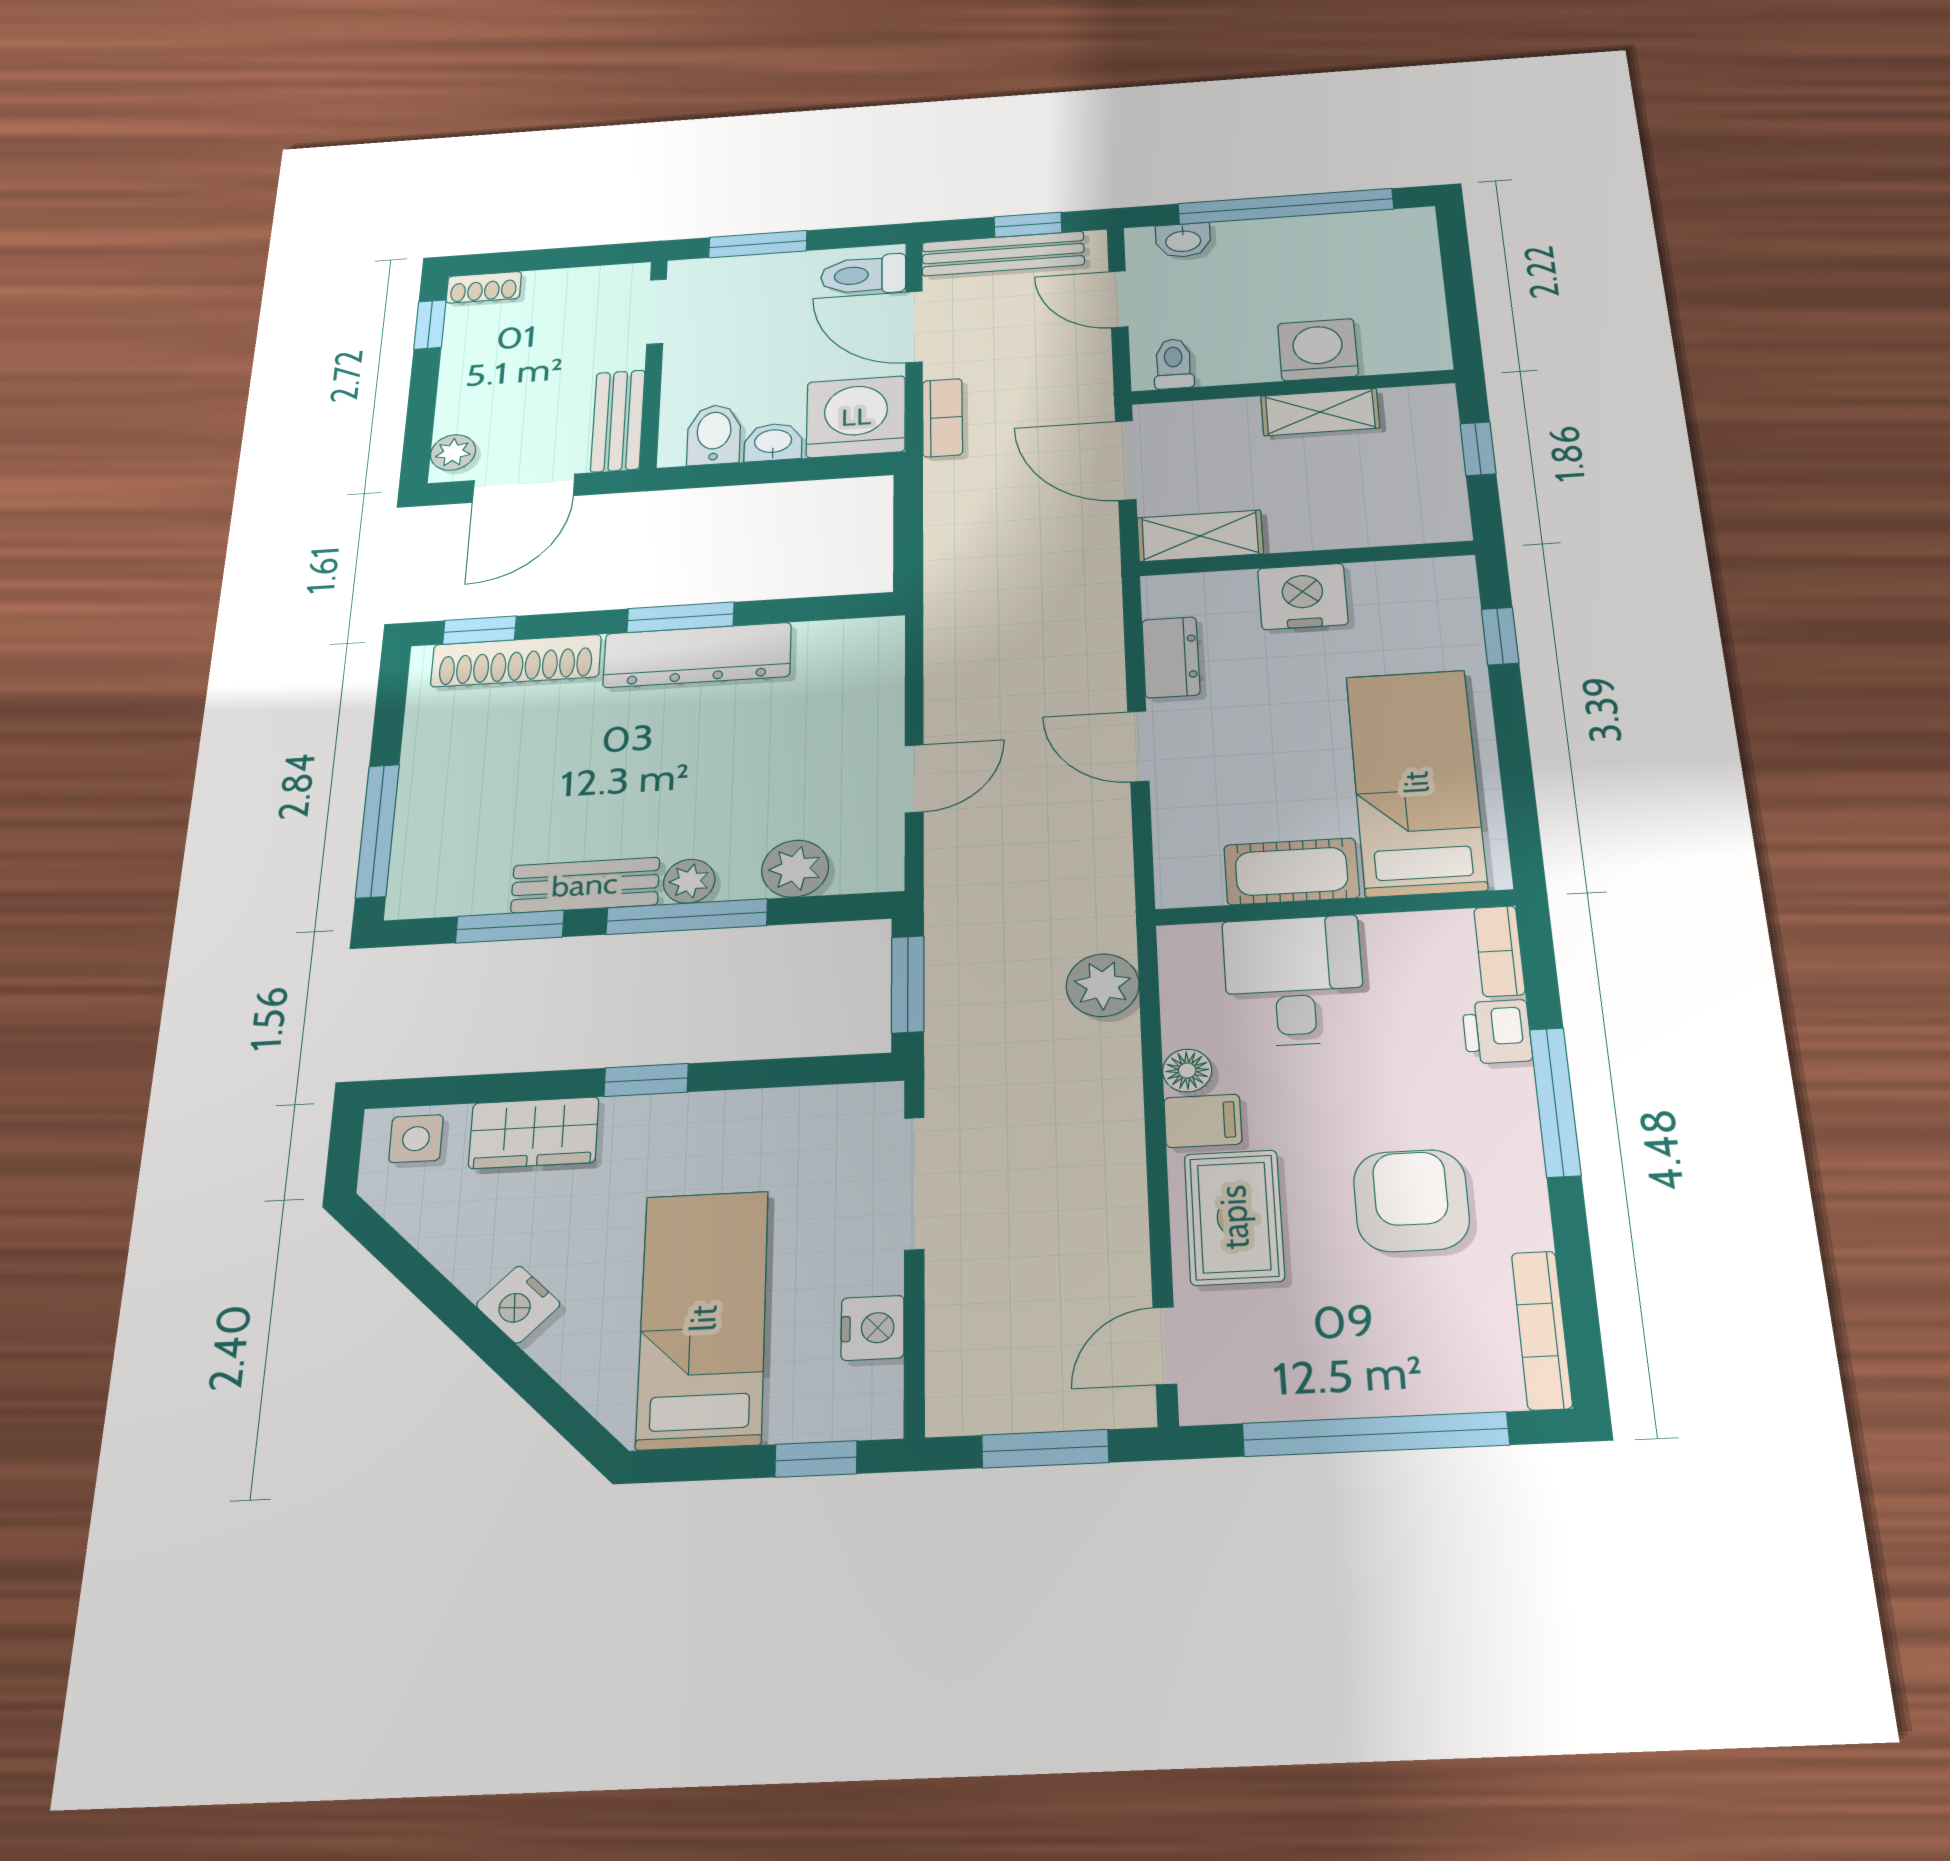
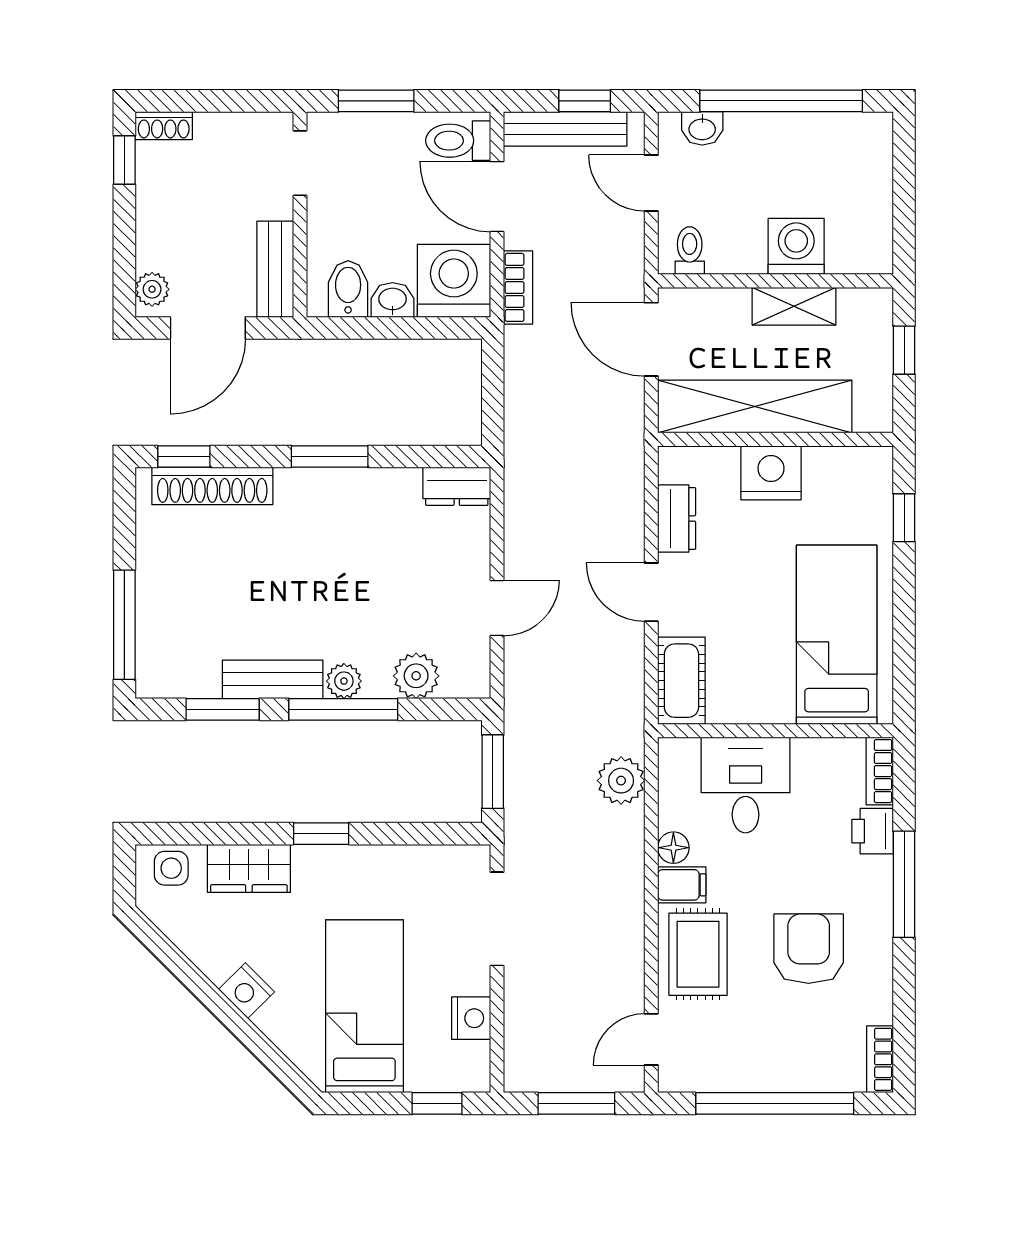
shelving: (1200, 536) -> (755, 407), width x2.20, depth x1.33
dresser: (697, 655) -> (457, 486), moved, width x0.51, depth x0.80
cot: (1291, 871) -> (681, 681), moved, turned 90
bookcase: (1542, 1330) -> (880, 1059), width x0.64

